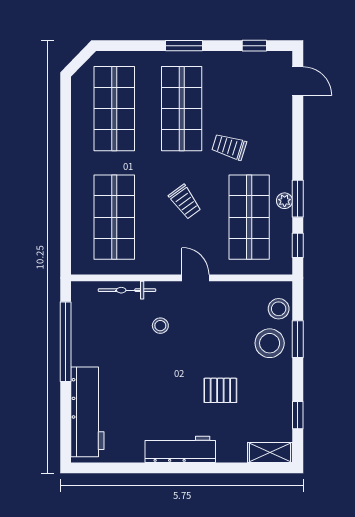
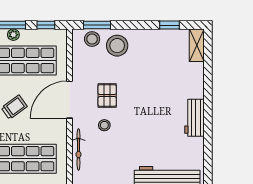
door: (195, 278) -> (70, 100), width x1.88
window: (298, 339) -> (97, 25), moved
pallet: (220, 390) -> (107, 96), moved
workbench: (180, 449) -> (194, 118), width x0.73

